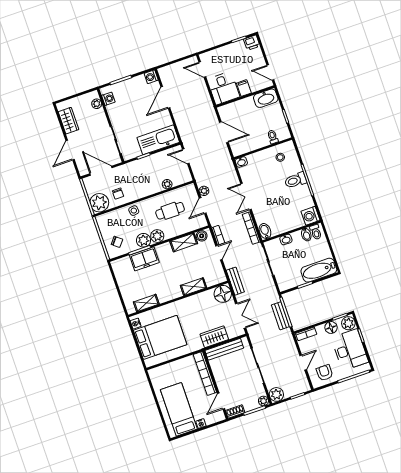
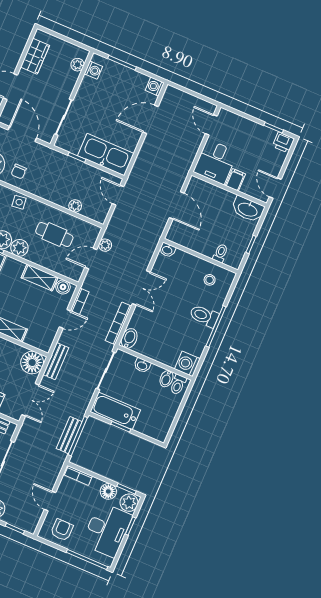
double door: (246, 196) -> (141, 288), swing flipped
bathtub: (319, 270) -> (115, 411), moved
door: (303, 363) -> (50, 501), swing flipped

